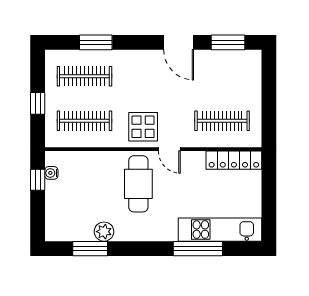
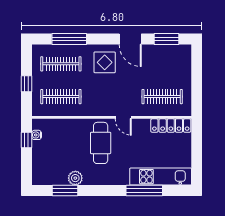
window: (96, 42) -> (69, 39), width x1.44
display table: (143, 127) -> (105, 62), moved

